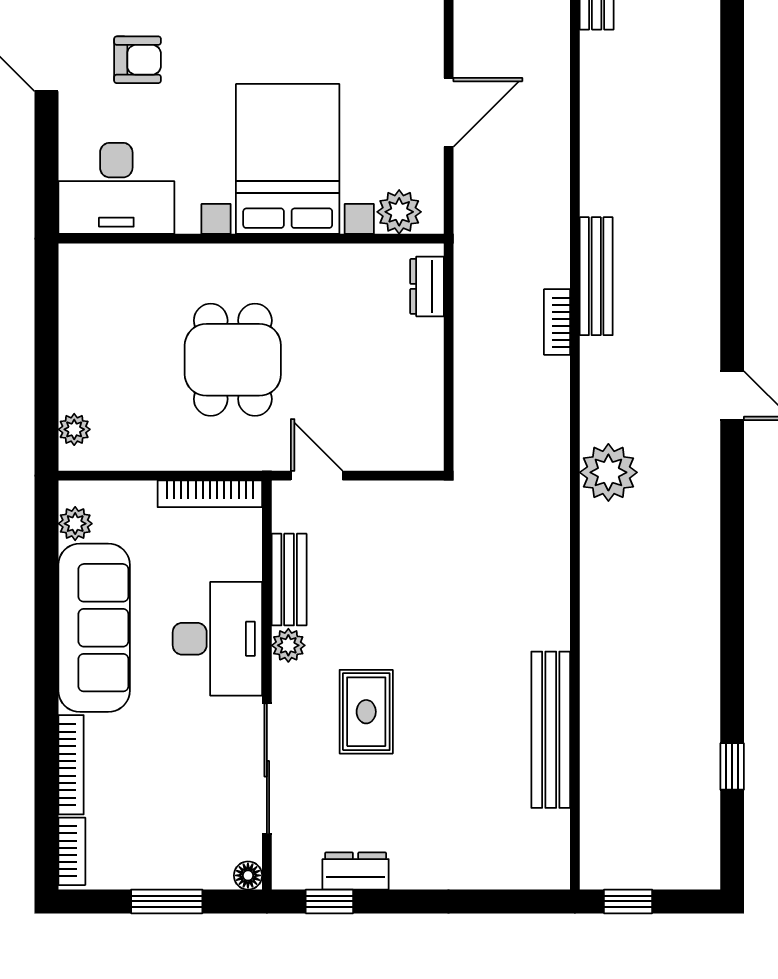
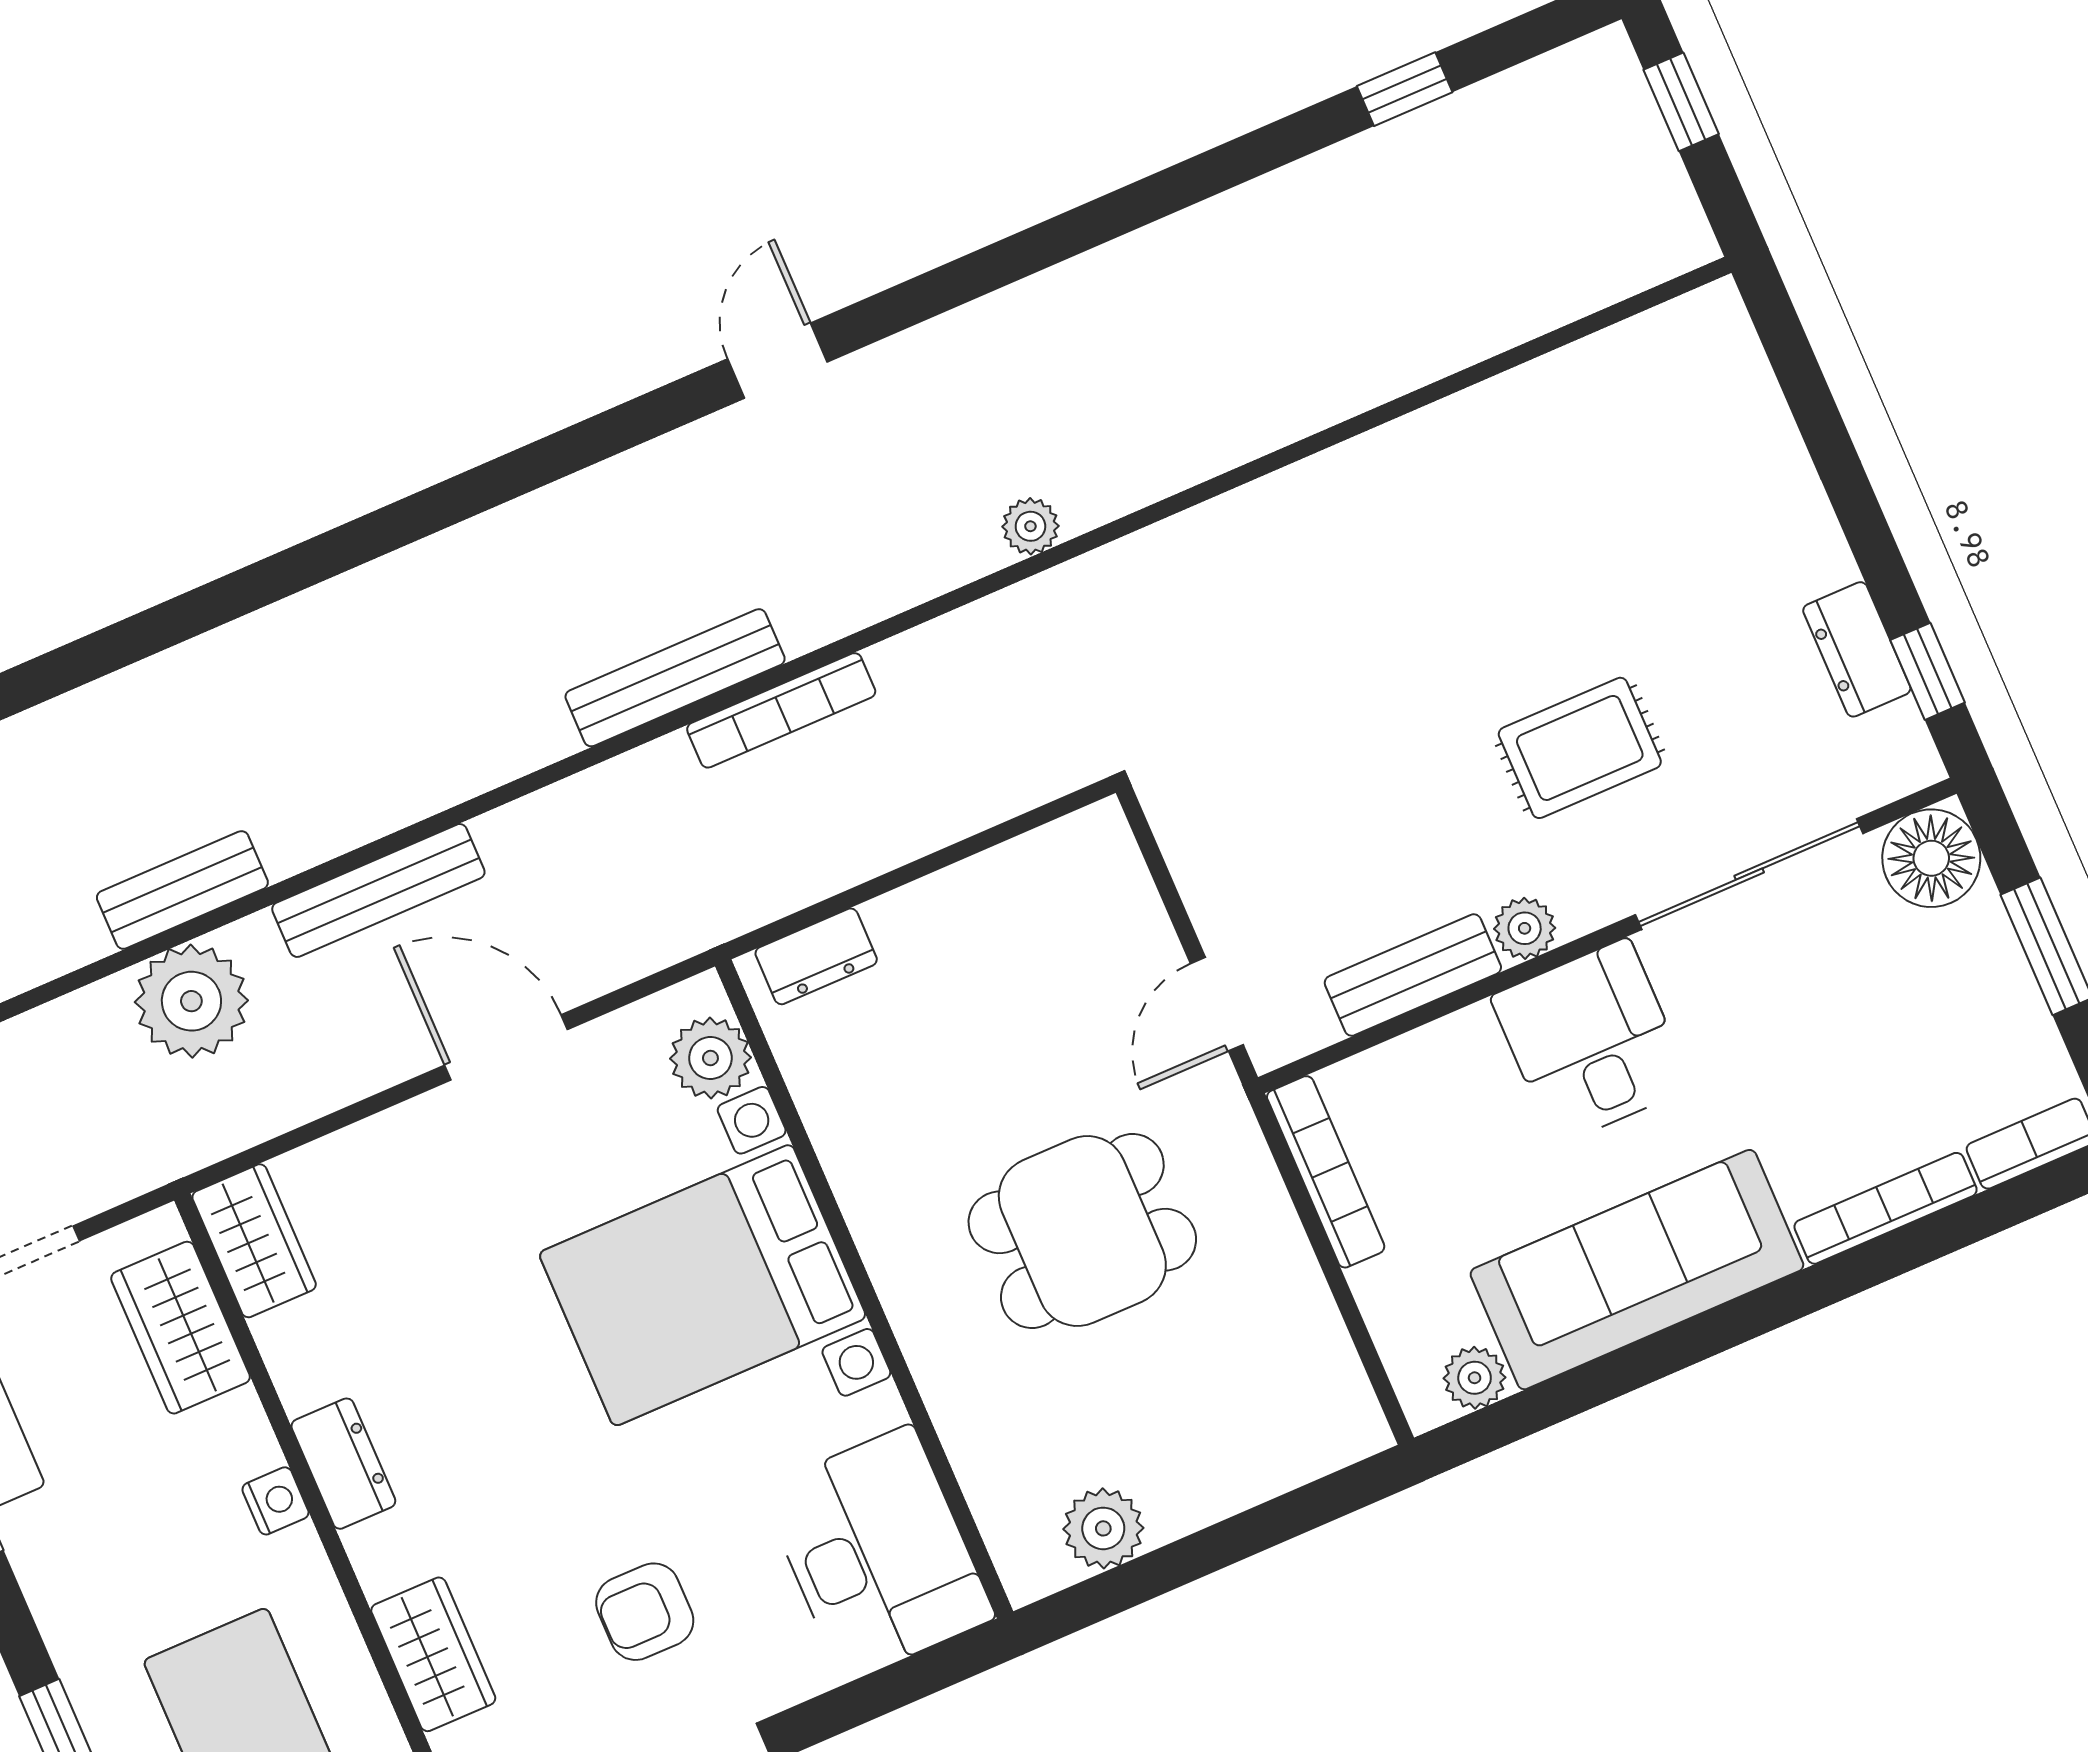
armchair: (138, 60) -> (645, 1612), turned -90
bookcase: (557, 322) -> (781, 710), width x1.56
plant: (74, 429) -> (1103, 1528), moved, width x1.38, depth x1.38
plant: (608, 472) -> (1030, 526), width x0.53, depth x0.53
desk: (217, 639) -> (1591, 1042), width x0.73
bench: (551, 730) -> (378, 890), moved, width x0.73, depth x0.82
floor lamp: (248, 875) -> (1931, 858), width x1.89, depth x1.89
window: (628, 901) -> (1681, 102), moved

